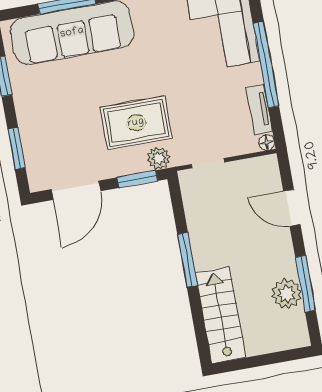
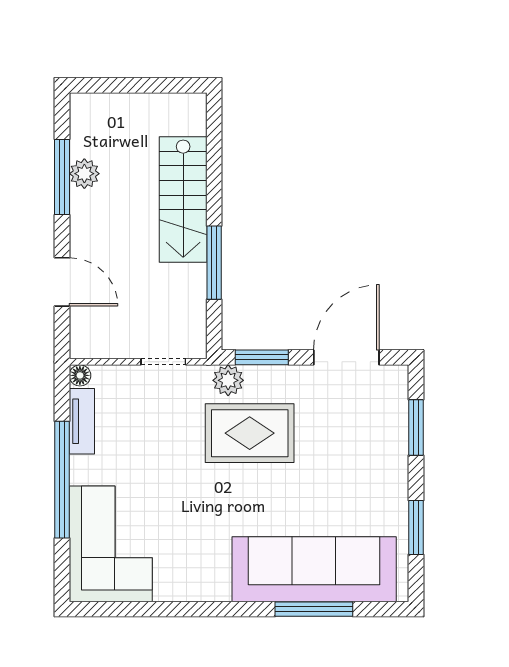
window: (187, 260) -> (214, 263), moved
plant: (287, 294) -> (84, 174), width x0.73, depth x0.73
stairs: (221, 315) -> (183, 199), moved

